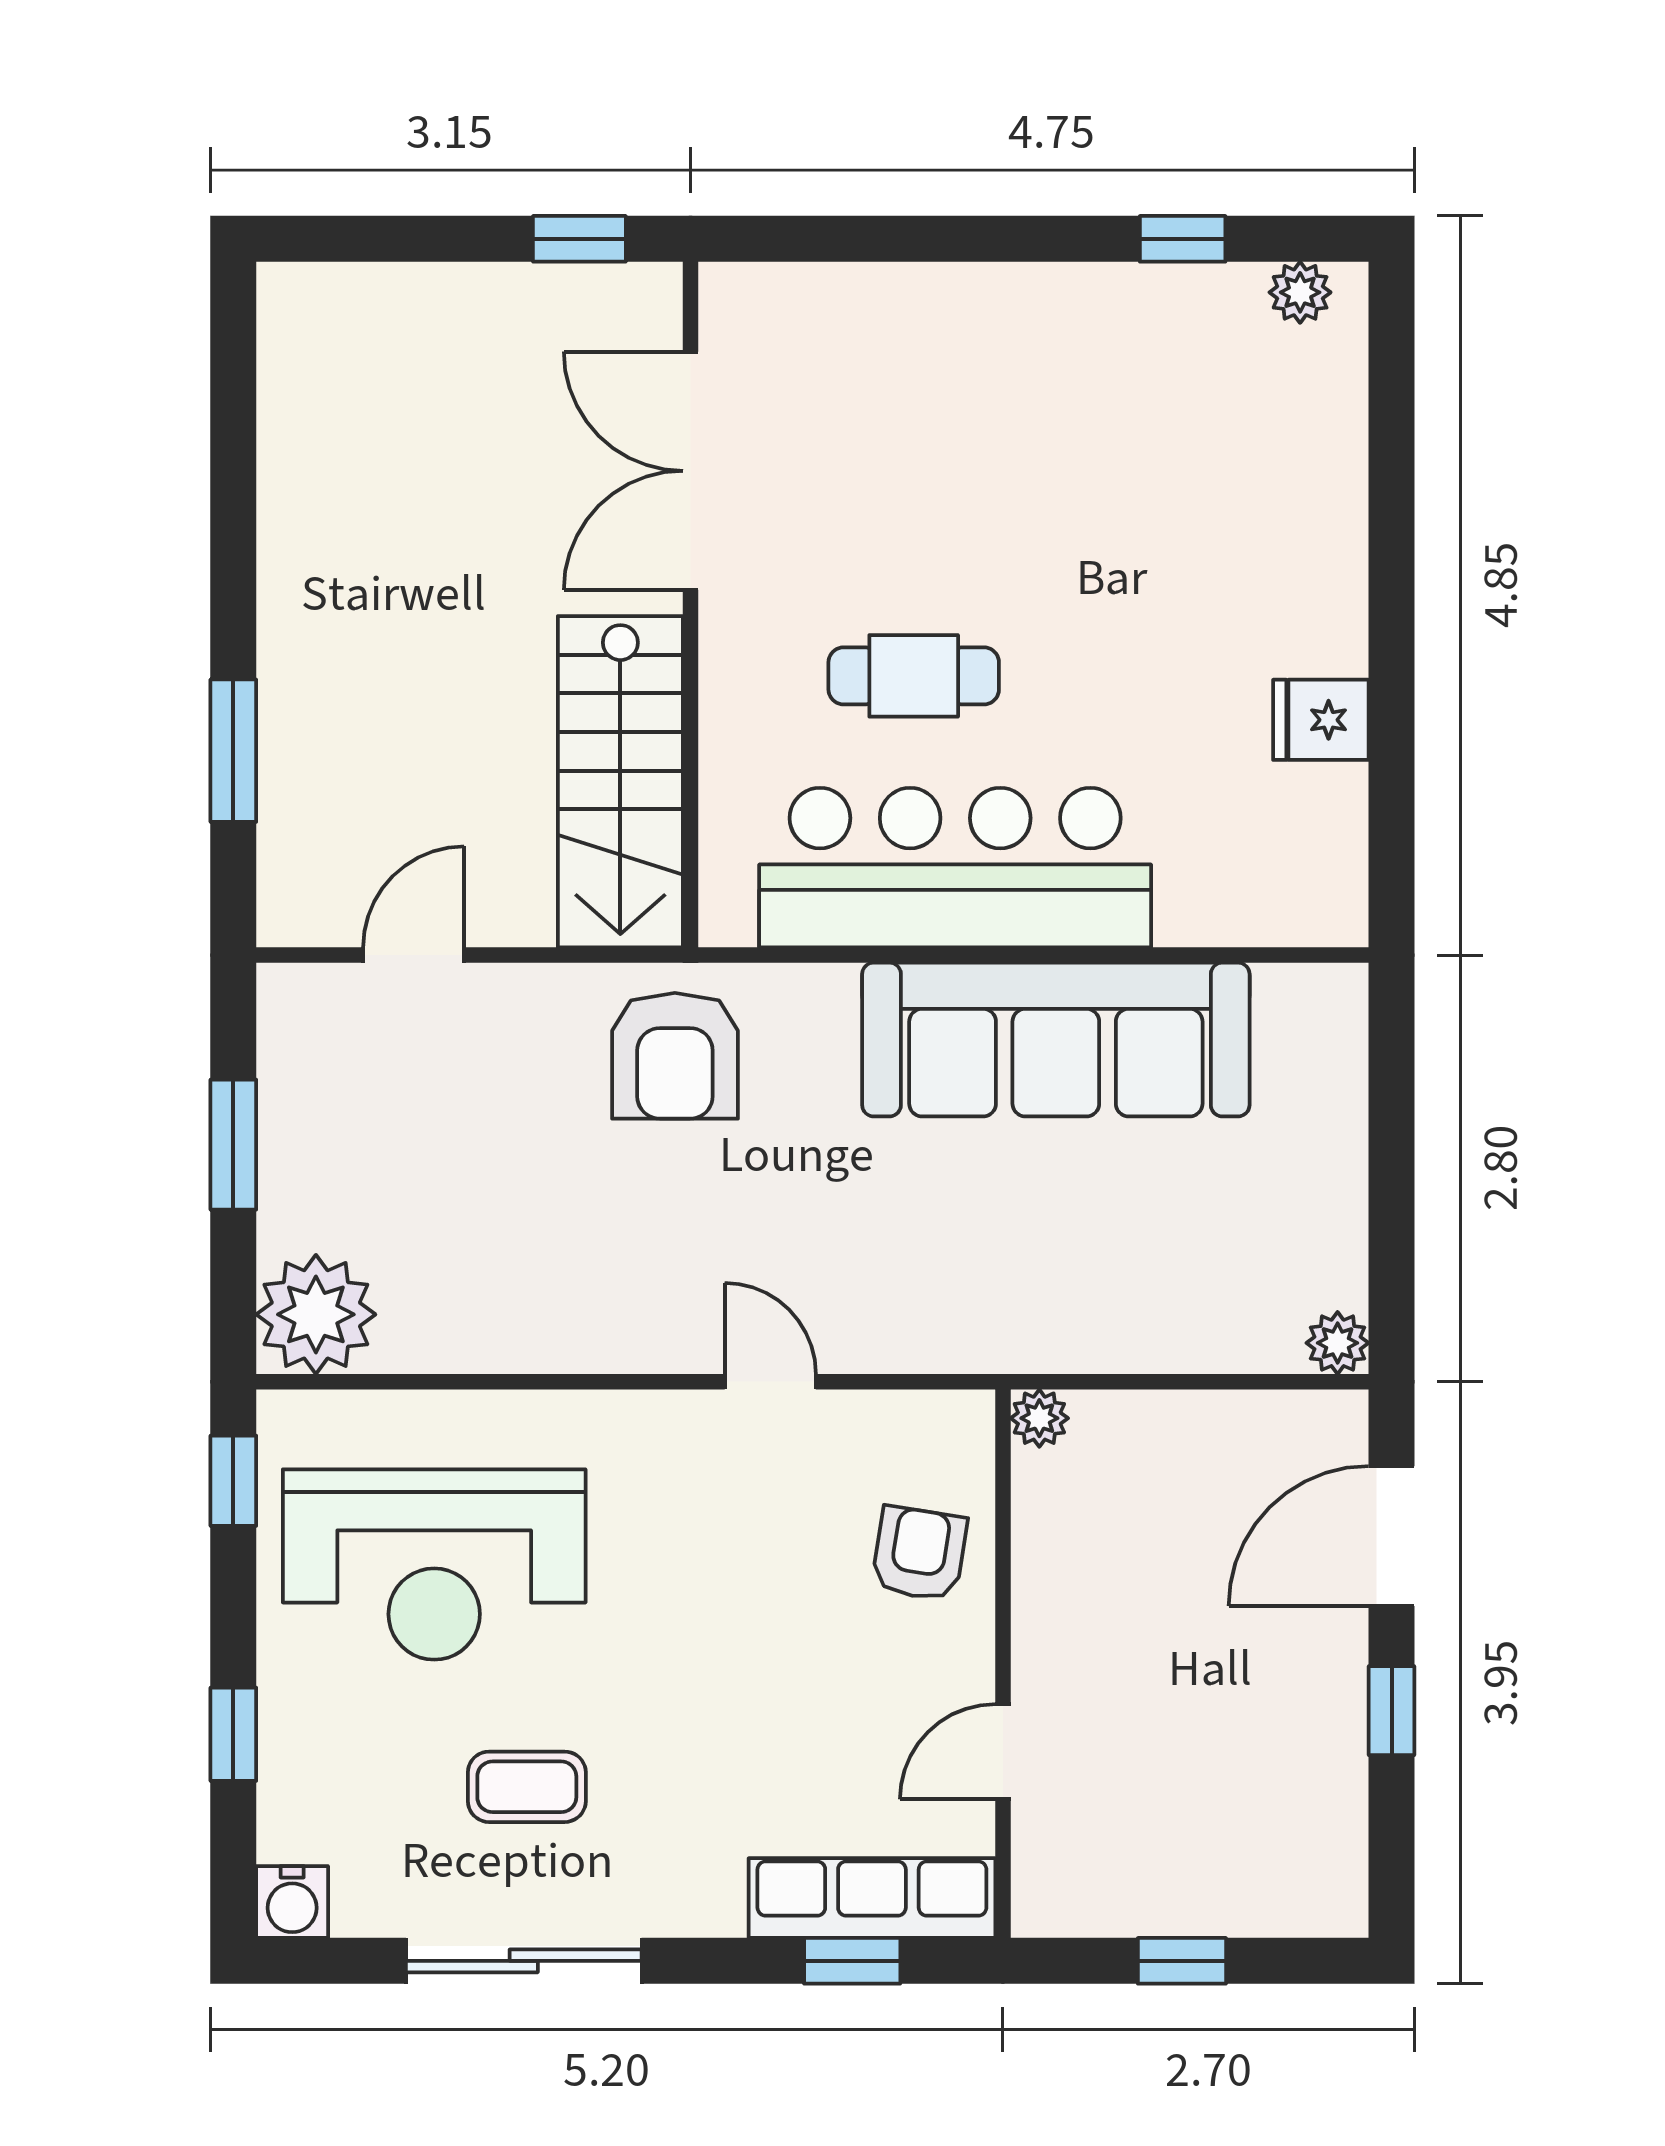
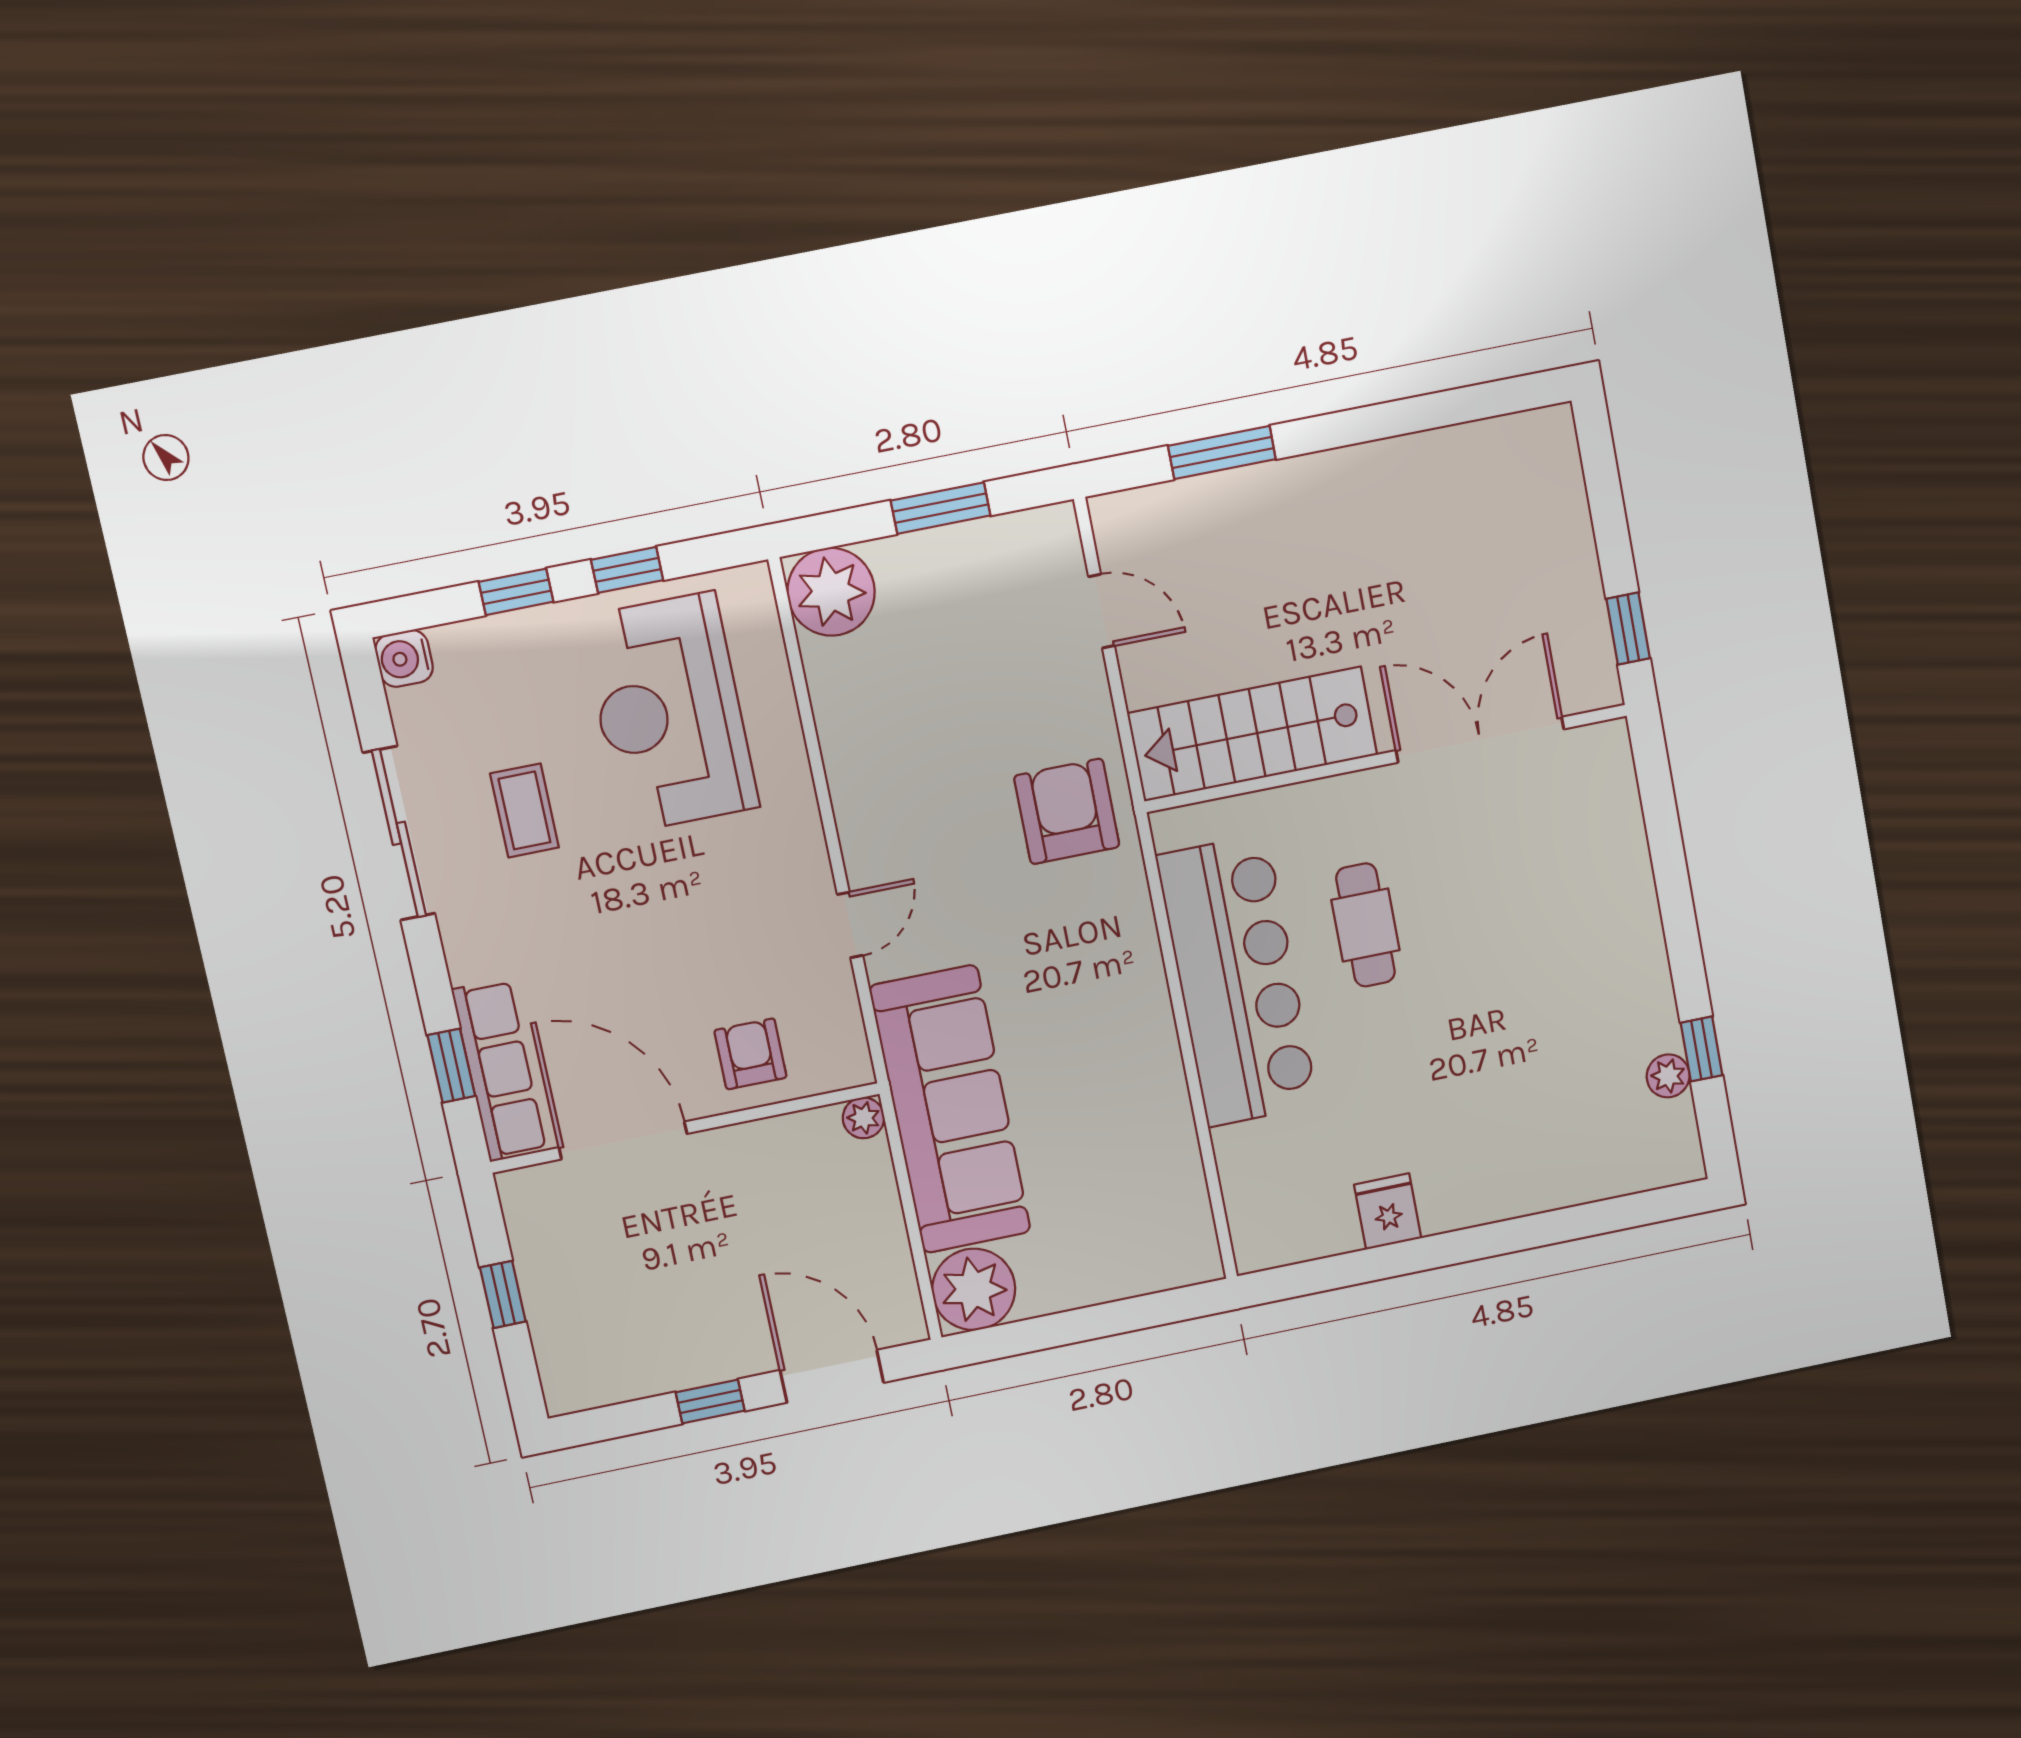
plant: (1300, 292) -> (1668, 1076), moved
sofa: (1056, 1040) -> (950, 1109), moved, turned 180
armchair: (675, 1056) -> (1067, 811), turned 90
plant: (1338, 1343) -> (974, 1289), width x1.87, depth x1.87
window: (233, 1481) -> (627, 570), moved
armchair: (919, 1554) -> (750, 1054), turned -99
door: (1003, 1752) -> (623, 1141), width x1.87

